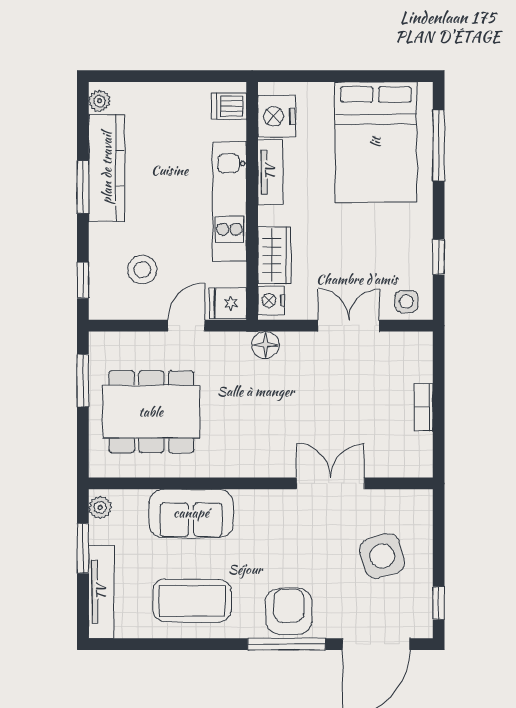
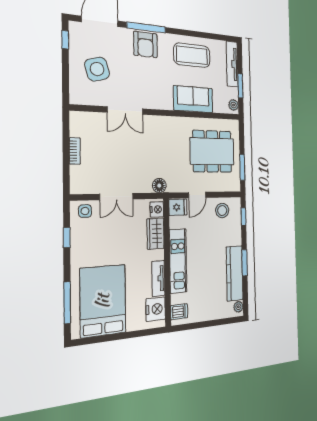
stool: (142, 270) -> (222, 210), moved

